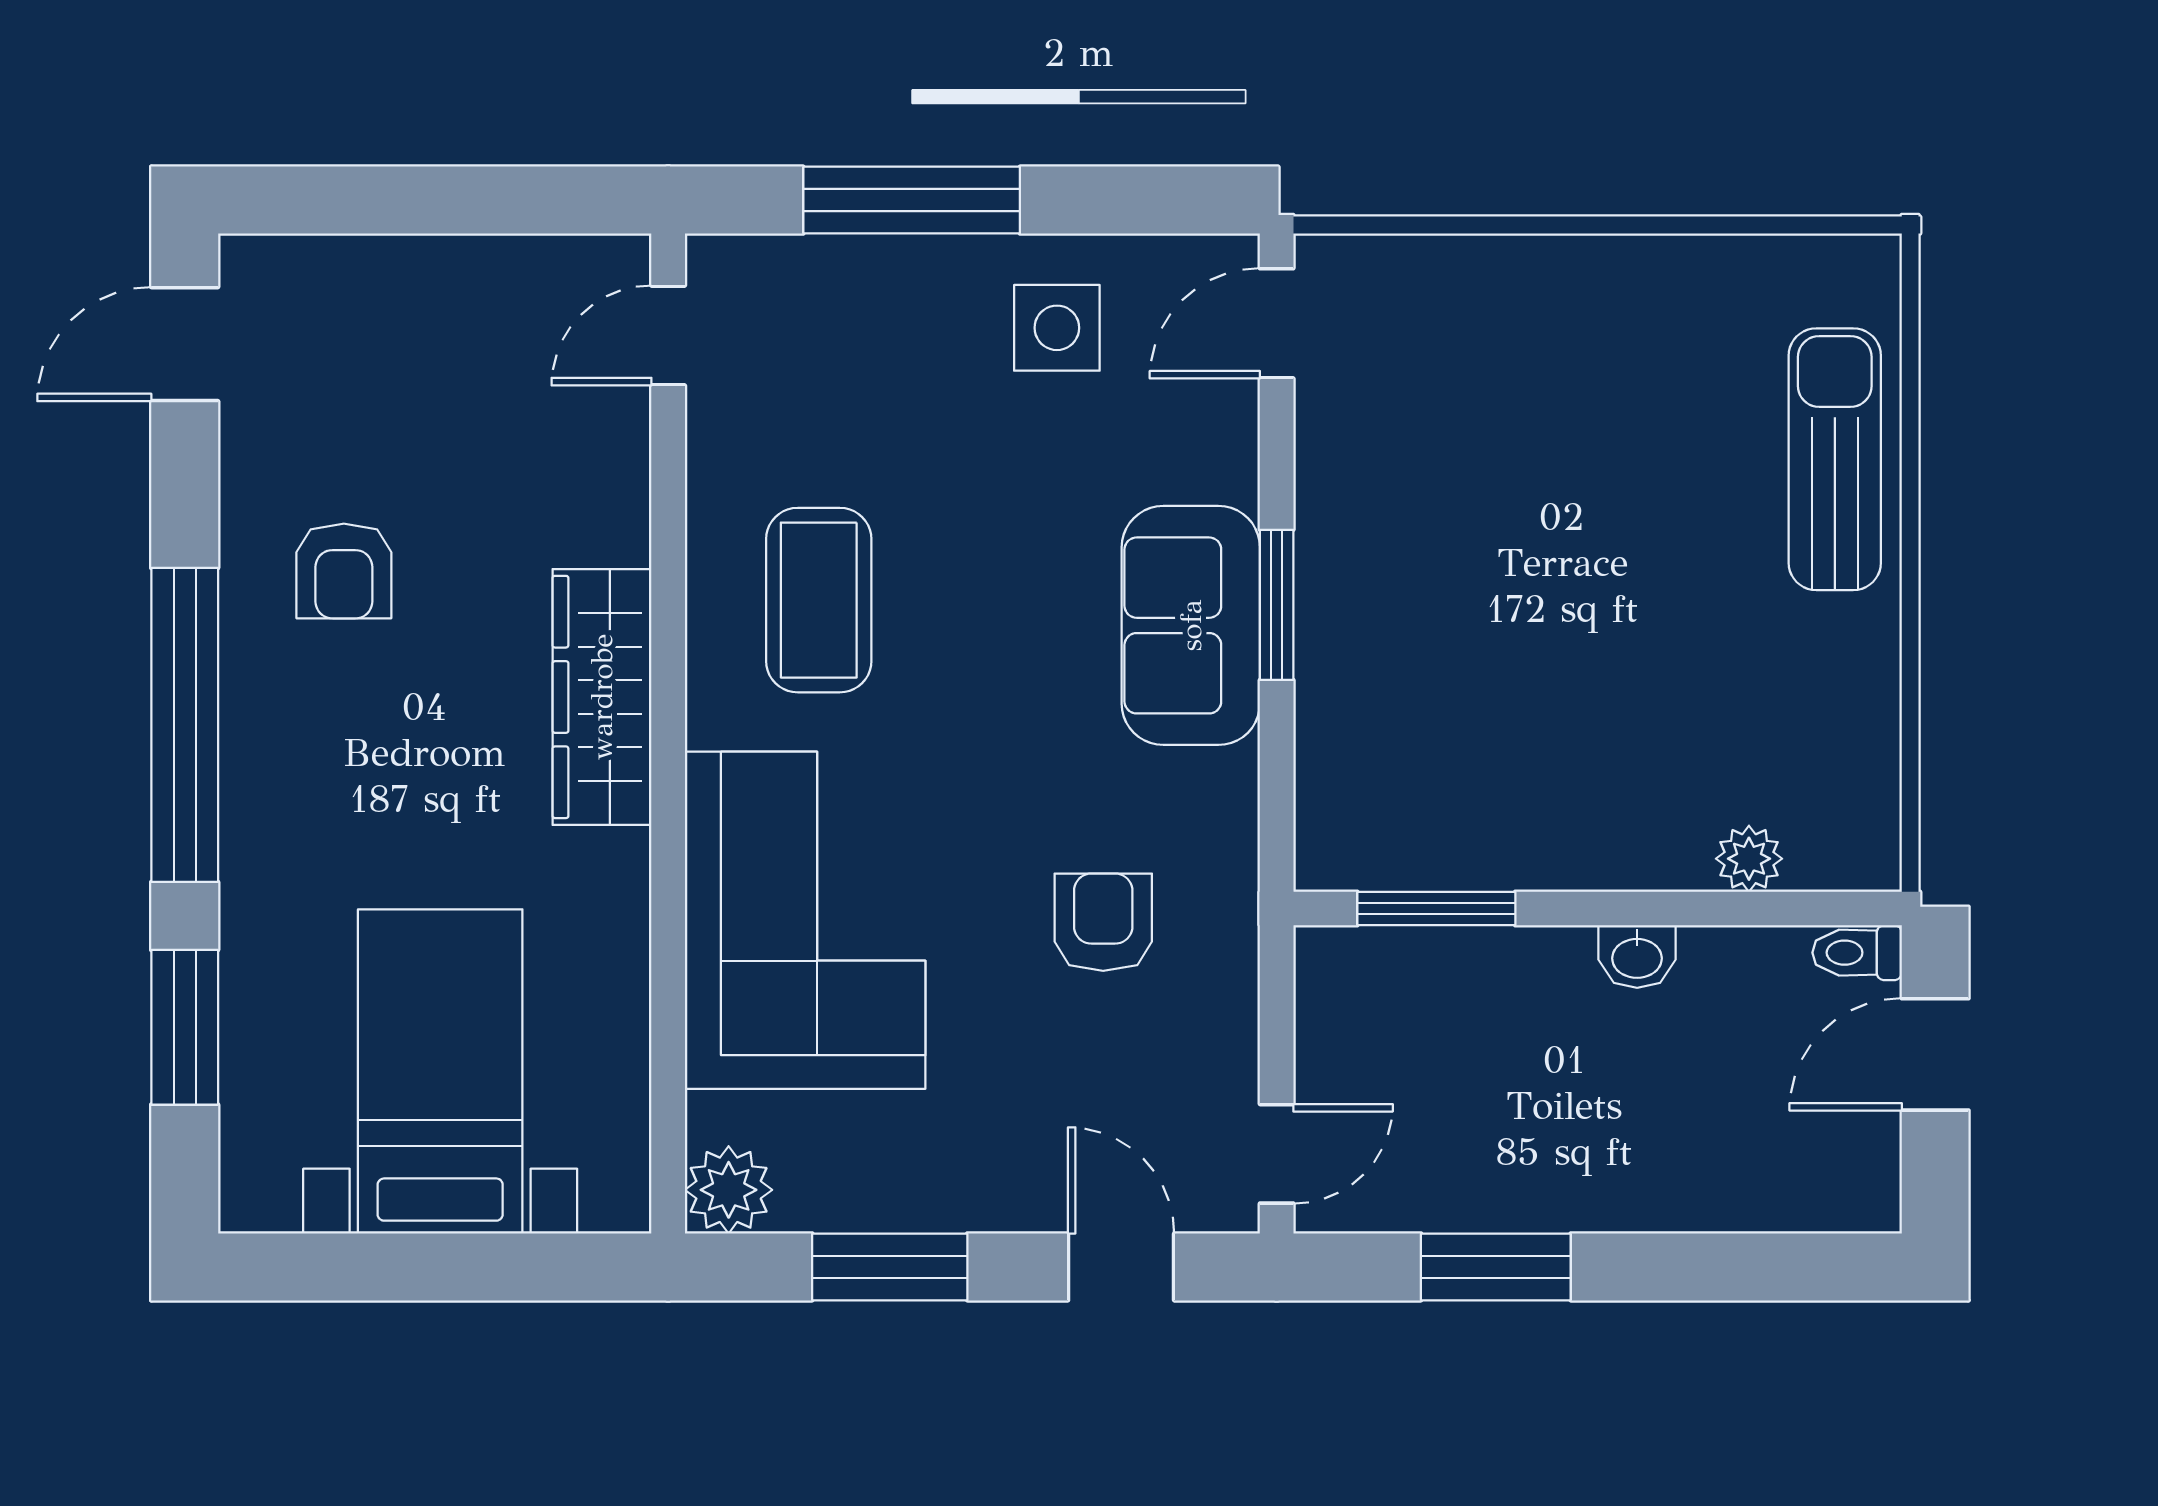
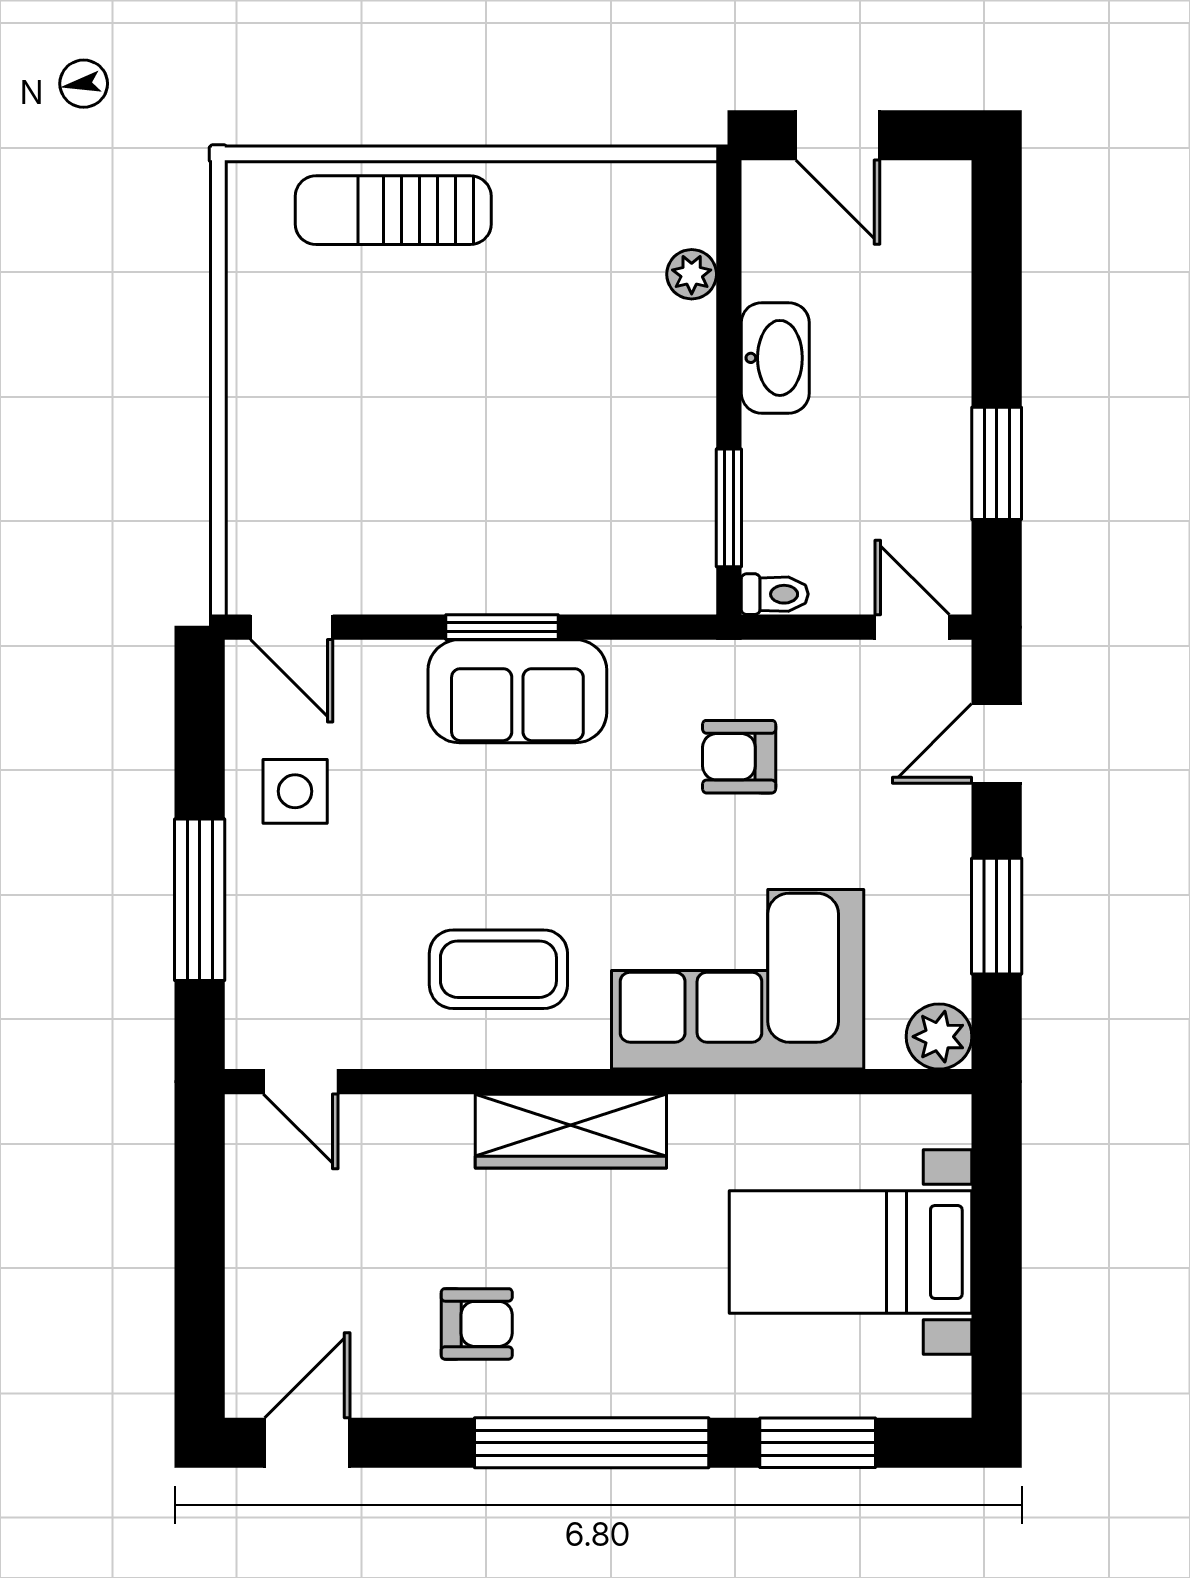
door: (185, 344) -> (307, 1443), swing flipped
toilet: (1857, 953) -> (775, 594), moved, turned -90
washbasin: (1637, 956) -> (775, 358), width x1.91, depth x1.45

